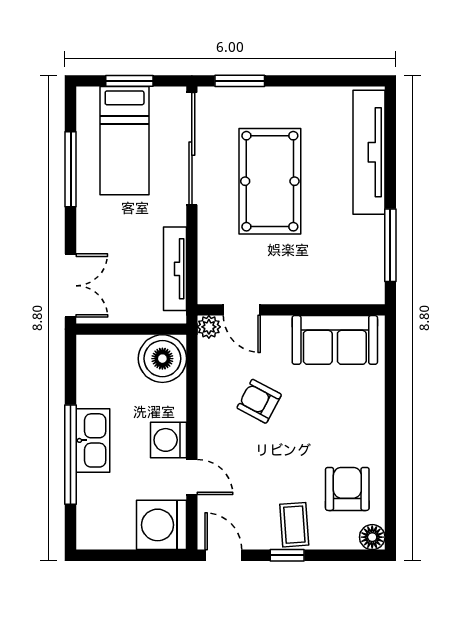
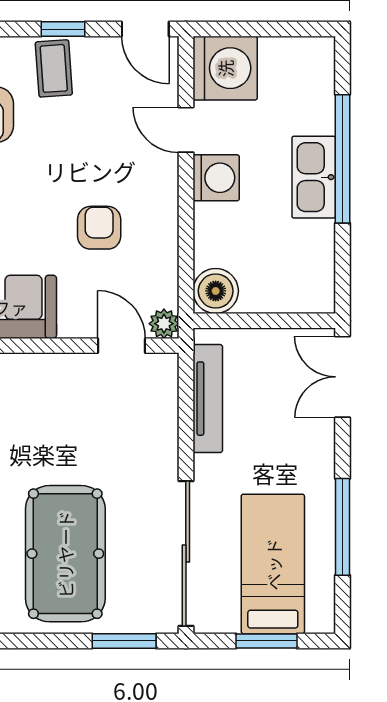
pool table: (270, 181) -> (65, 554), moved
boiler: (162, 359) -> (216, 291), width x0.73, depth x0.73
armchair: (259, 401) -> (99, 228), turned -118

